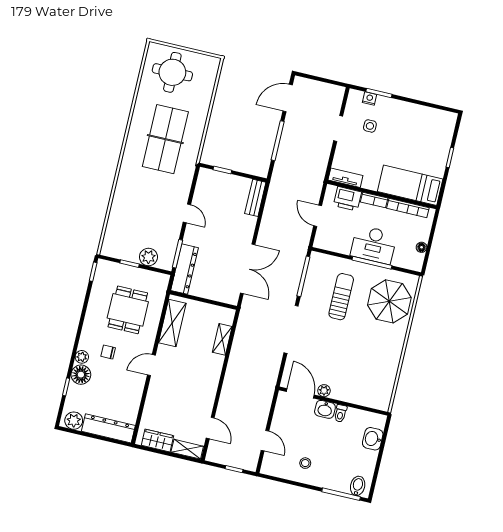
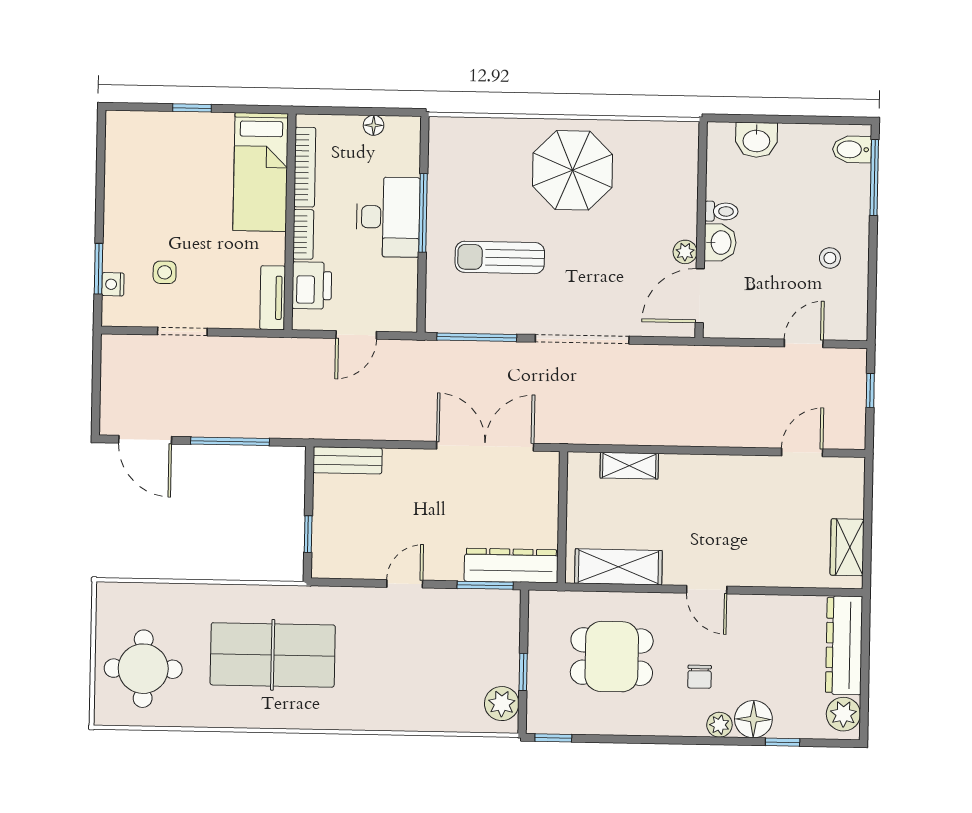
plant: (148, 257) -> (502, 704), moved
parasol: (389, 301) -> (572, 170), moved
shelving: (187, 449) -> (852, 487), removed

